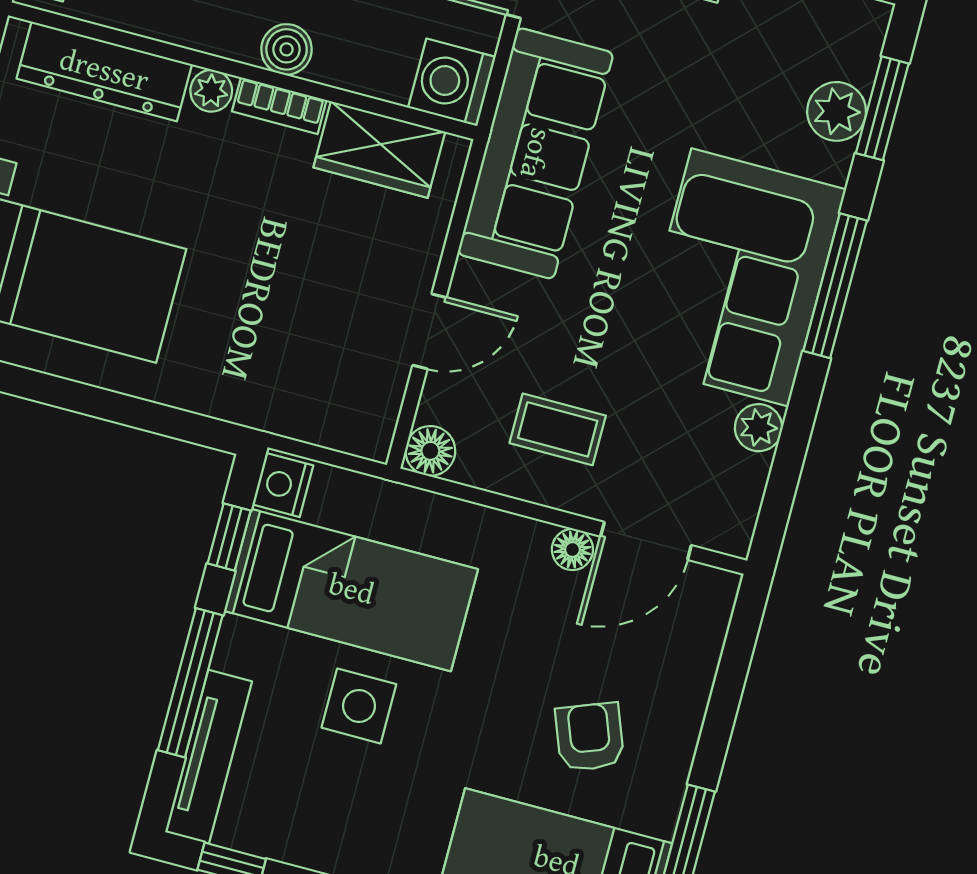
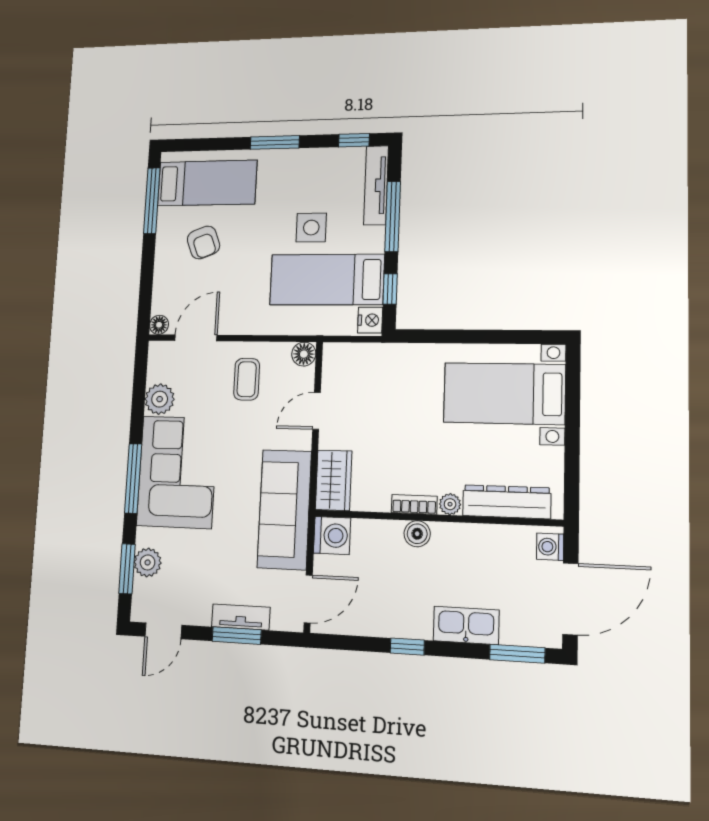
wardrobe: (379, 150) -> (334, 480), moved, turned 90
plant: (758, 428) -> (160, 399), width x1.38, depth x1.38
coffee table: (558, 429) -> (247, 379), turned 90
floor lamp: (572, 550) -> (159, 325), moved

